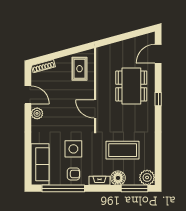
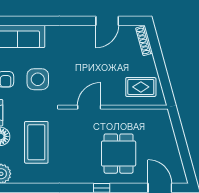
dining table: (131, 86) -> (119, 154), width x0.73
plant: (37, 113) -> (83, 32), removed

